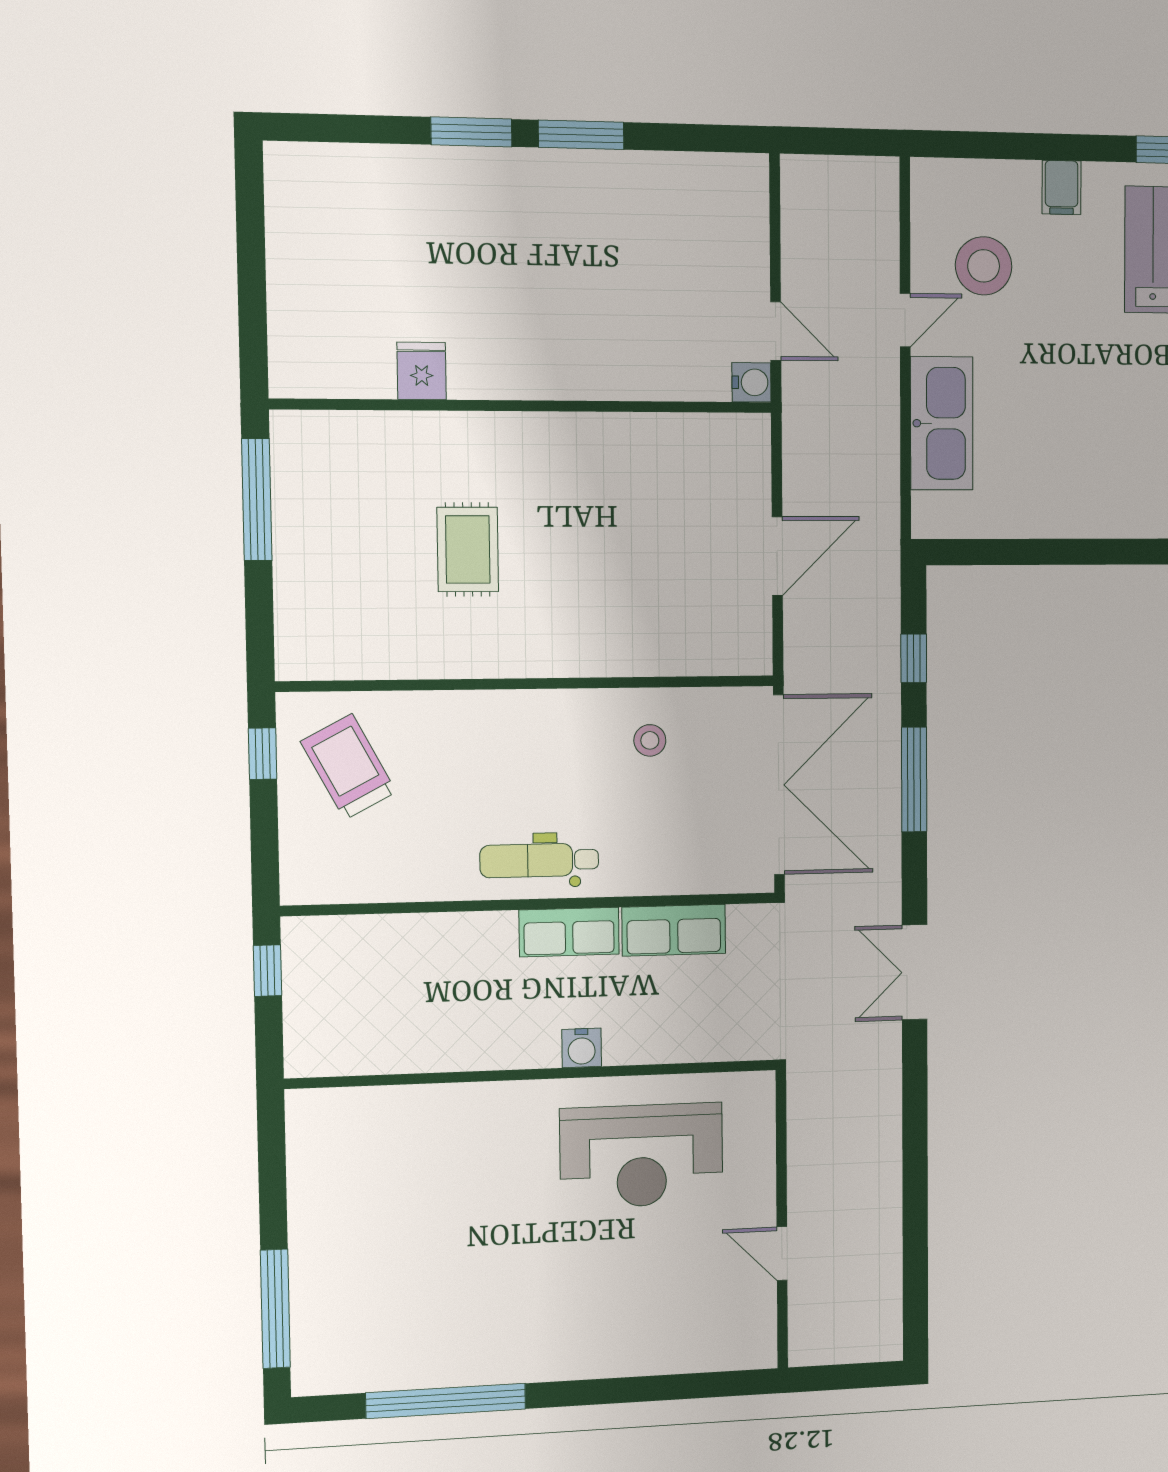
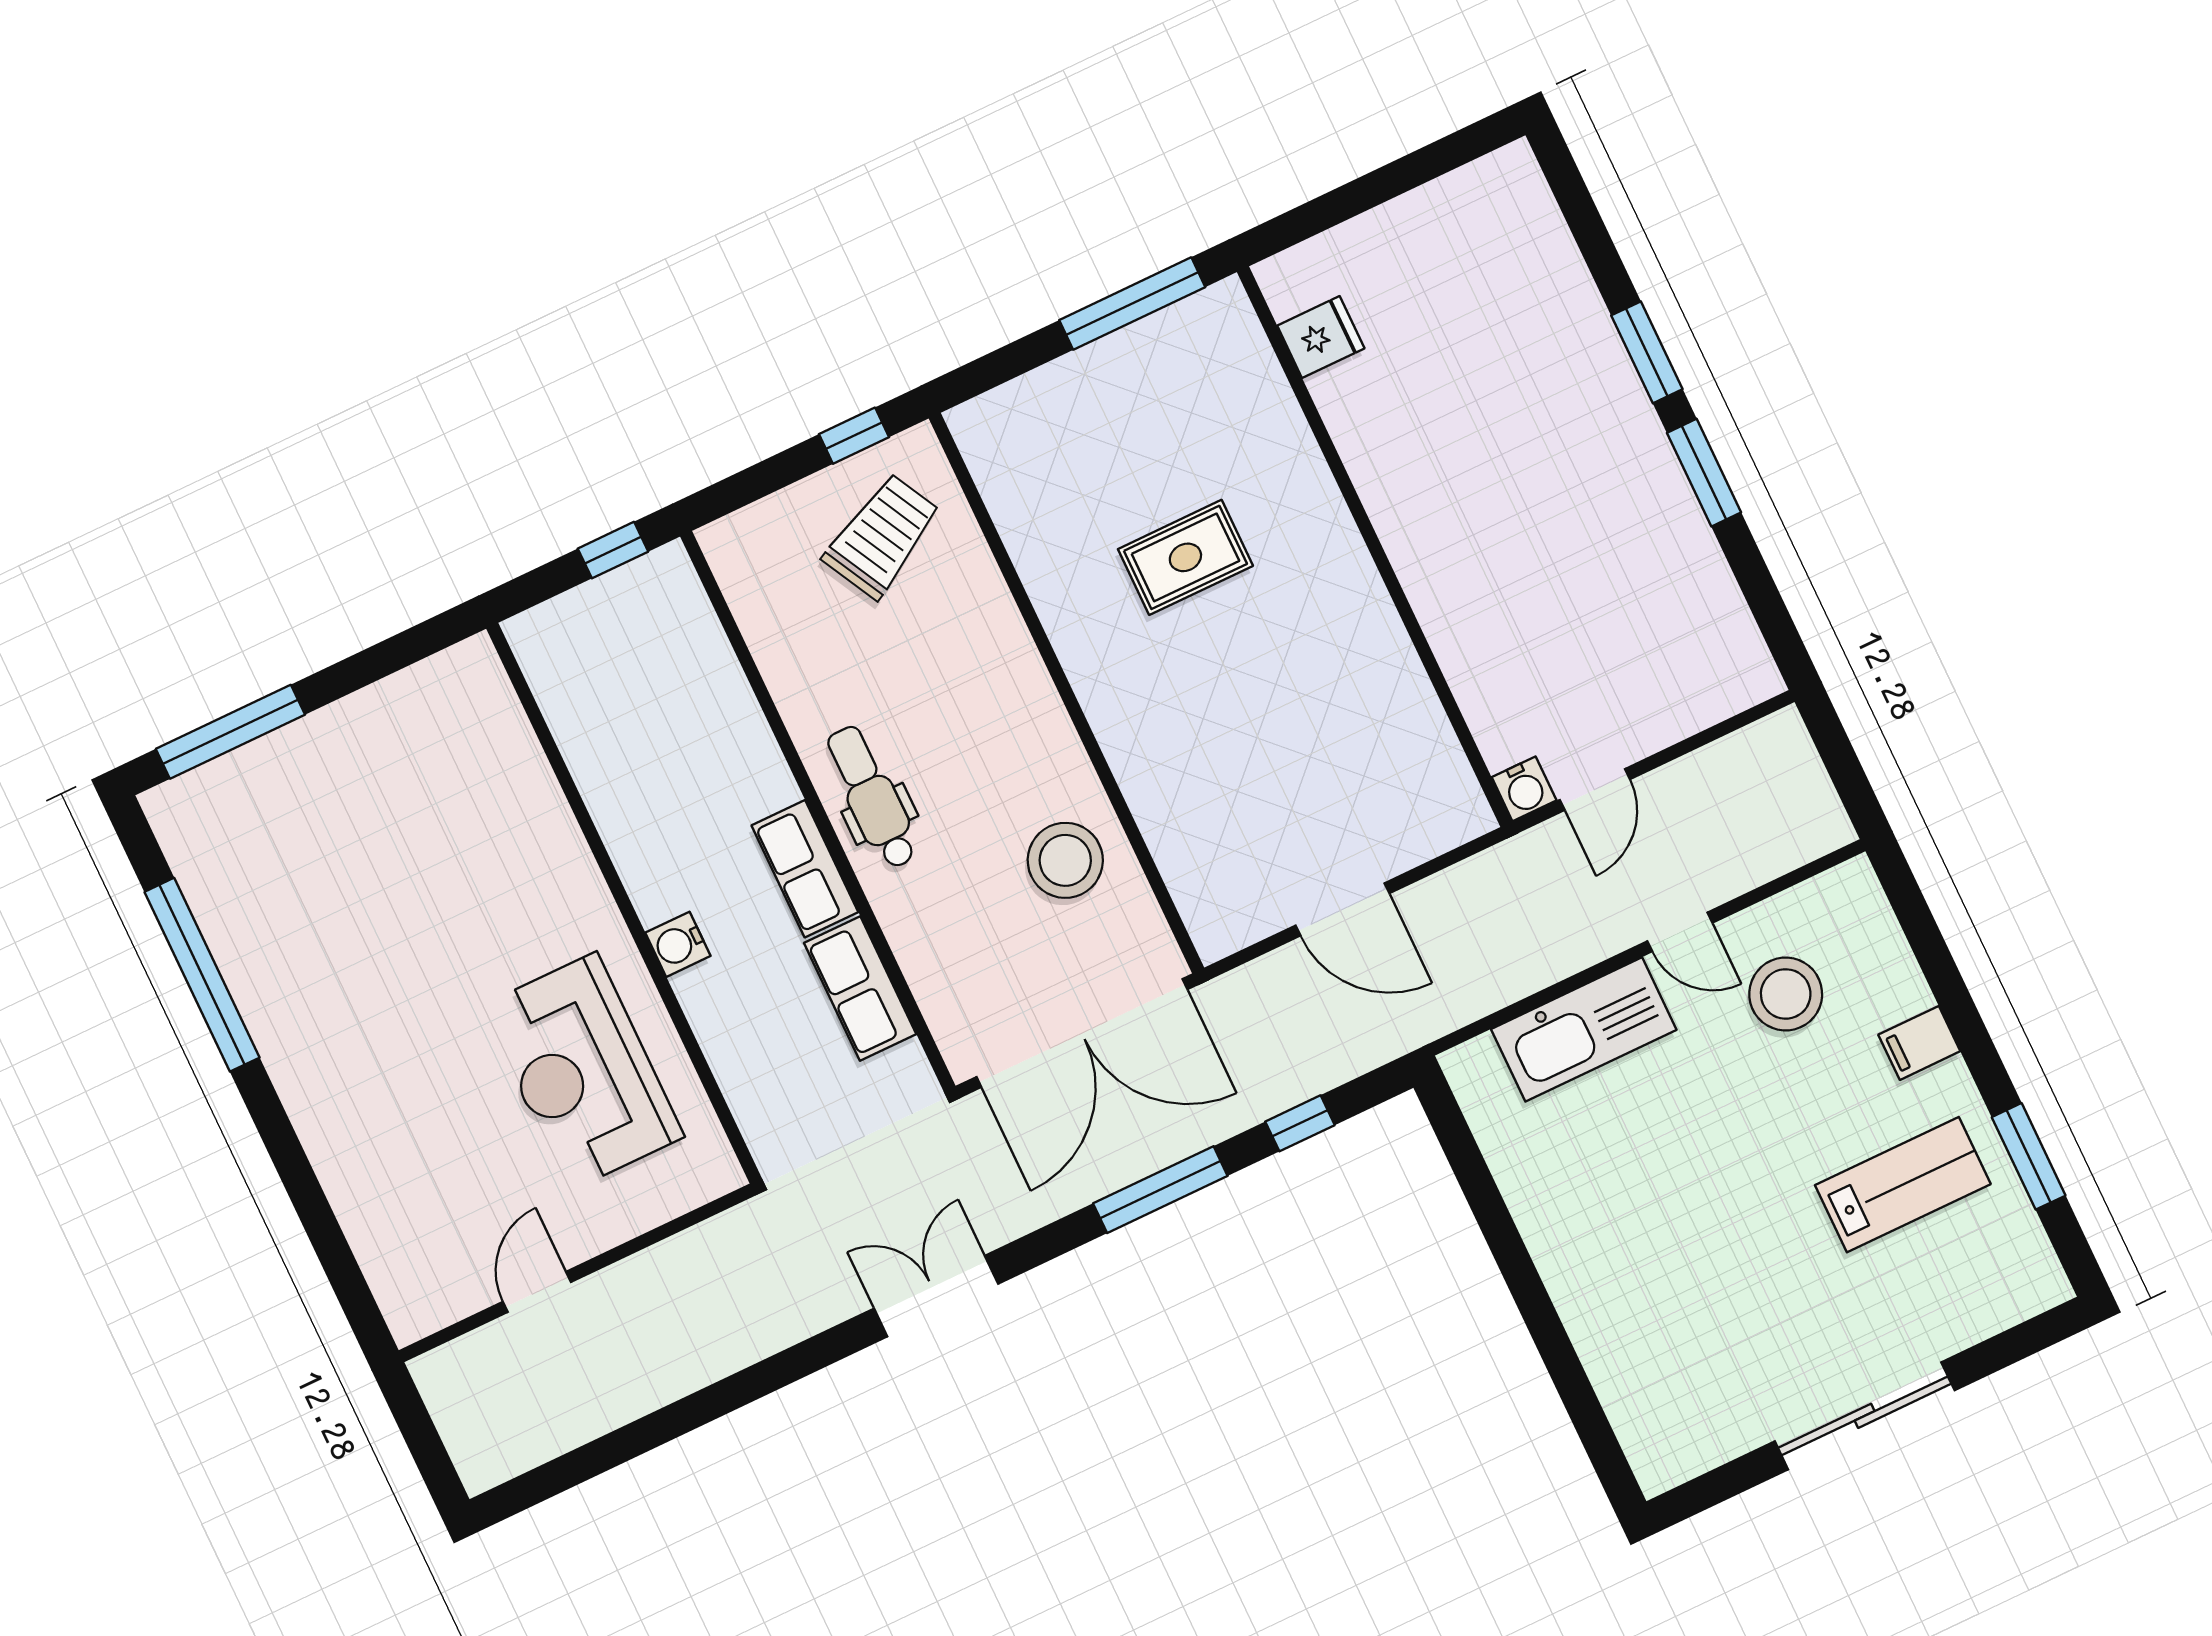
fridge: (422, 371) -> (1321, 337), moved
stool: (650, 740) -> (1065, 860), width x1.89, depth x1.89

